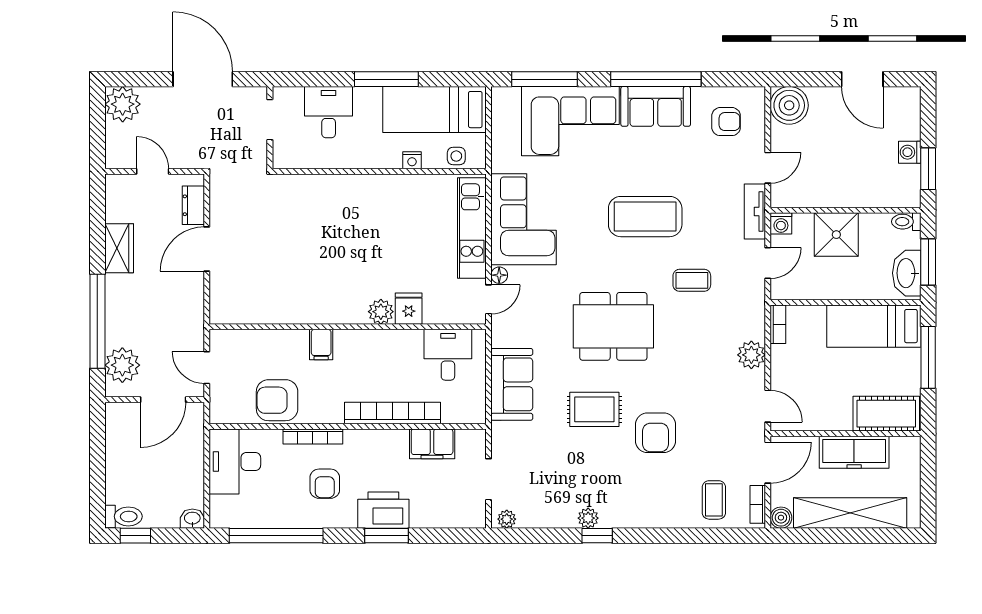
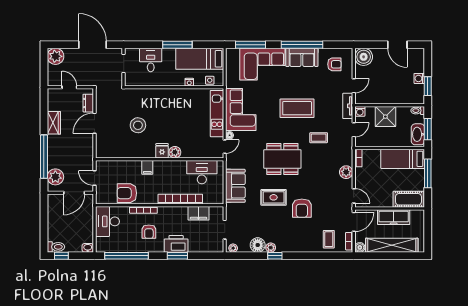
stool: (301, 253) -> (138, 125), added
fridge: (409, 309) -> (162, 151), moved
desk: (448, 355) -> (202, 172), width x1.37
floor lamp: (560, 512) -> (258, 245), added

